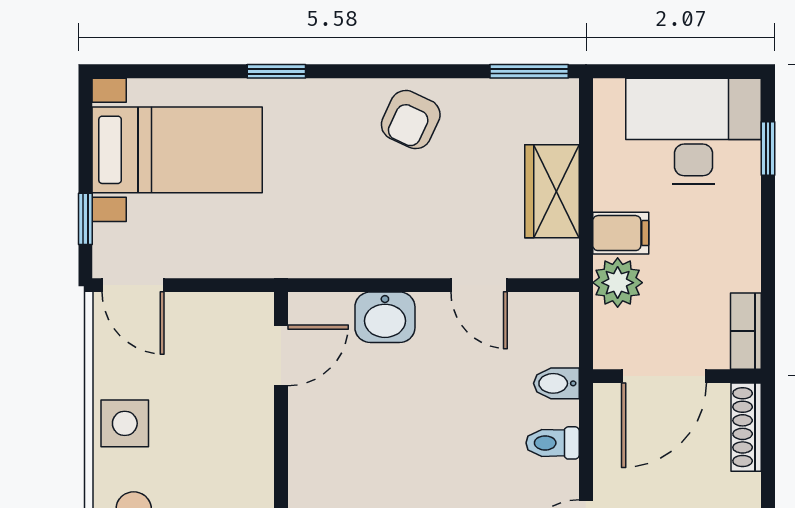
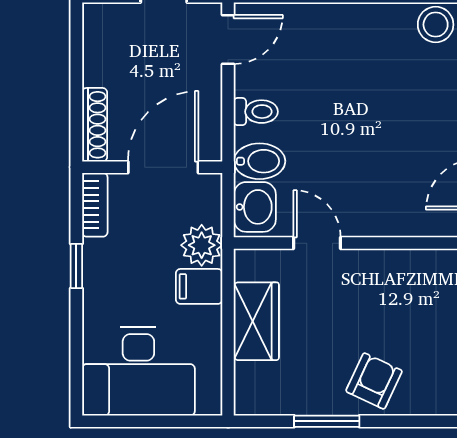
window: (529, 71) -> (327, 421), moved
window: (768, 149) -> (76, 266), moved
washbasin: (385, 317) -> (255, 207), moved, turned 90
bidet: (556, 383) -> (260, 161), width x1.38, depth x1.36

